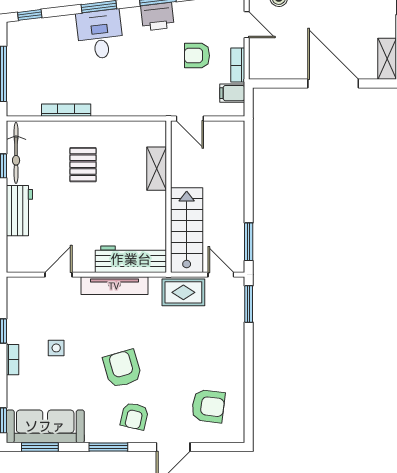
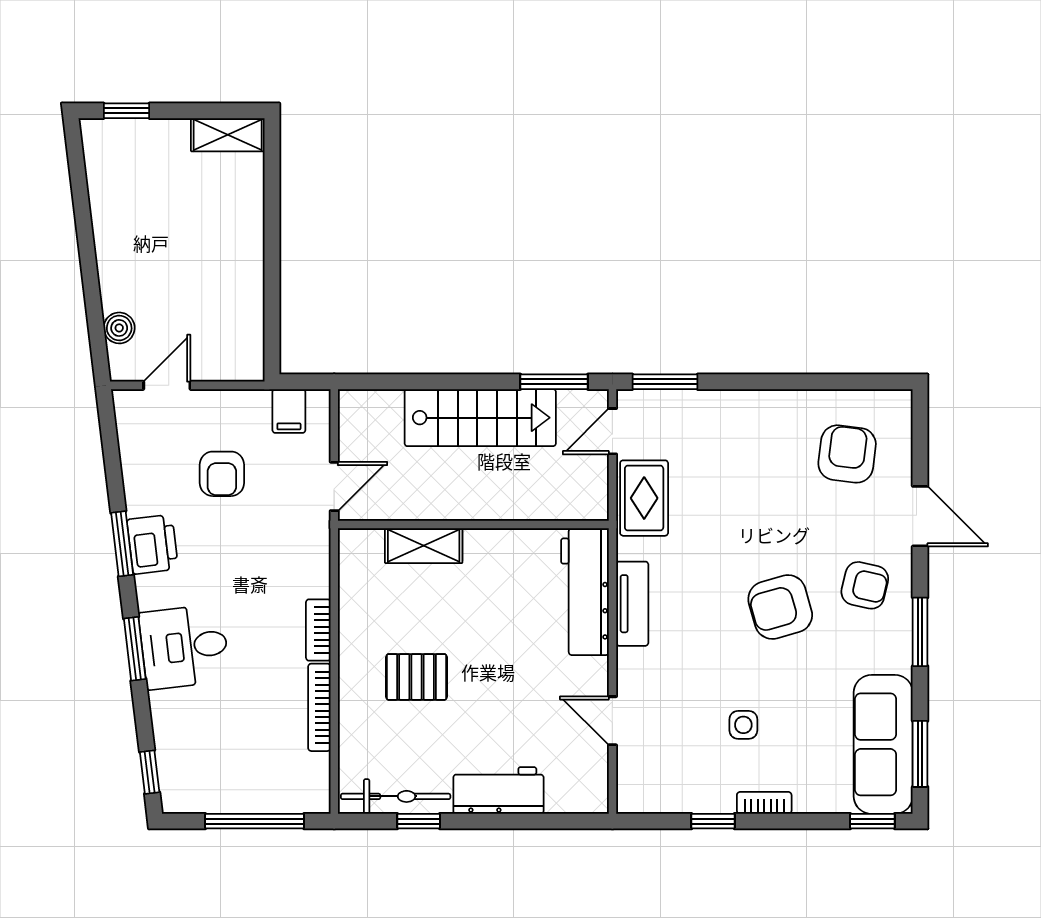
bookcase: (238, 65) -> (318, 630), moved, turned 90
door: (333, 84) -> (272, 231), removed
stairs: (187, 230) -> (480, 418), moved, turned 180
tv unit: (114, 286) -> (632, 604), width x0.71

